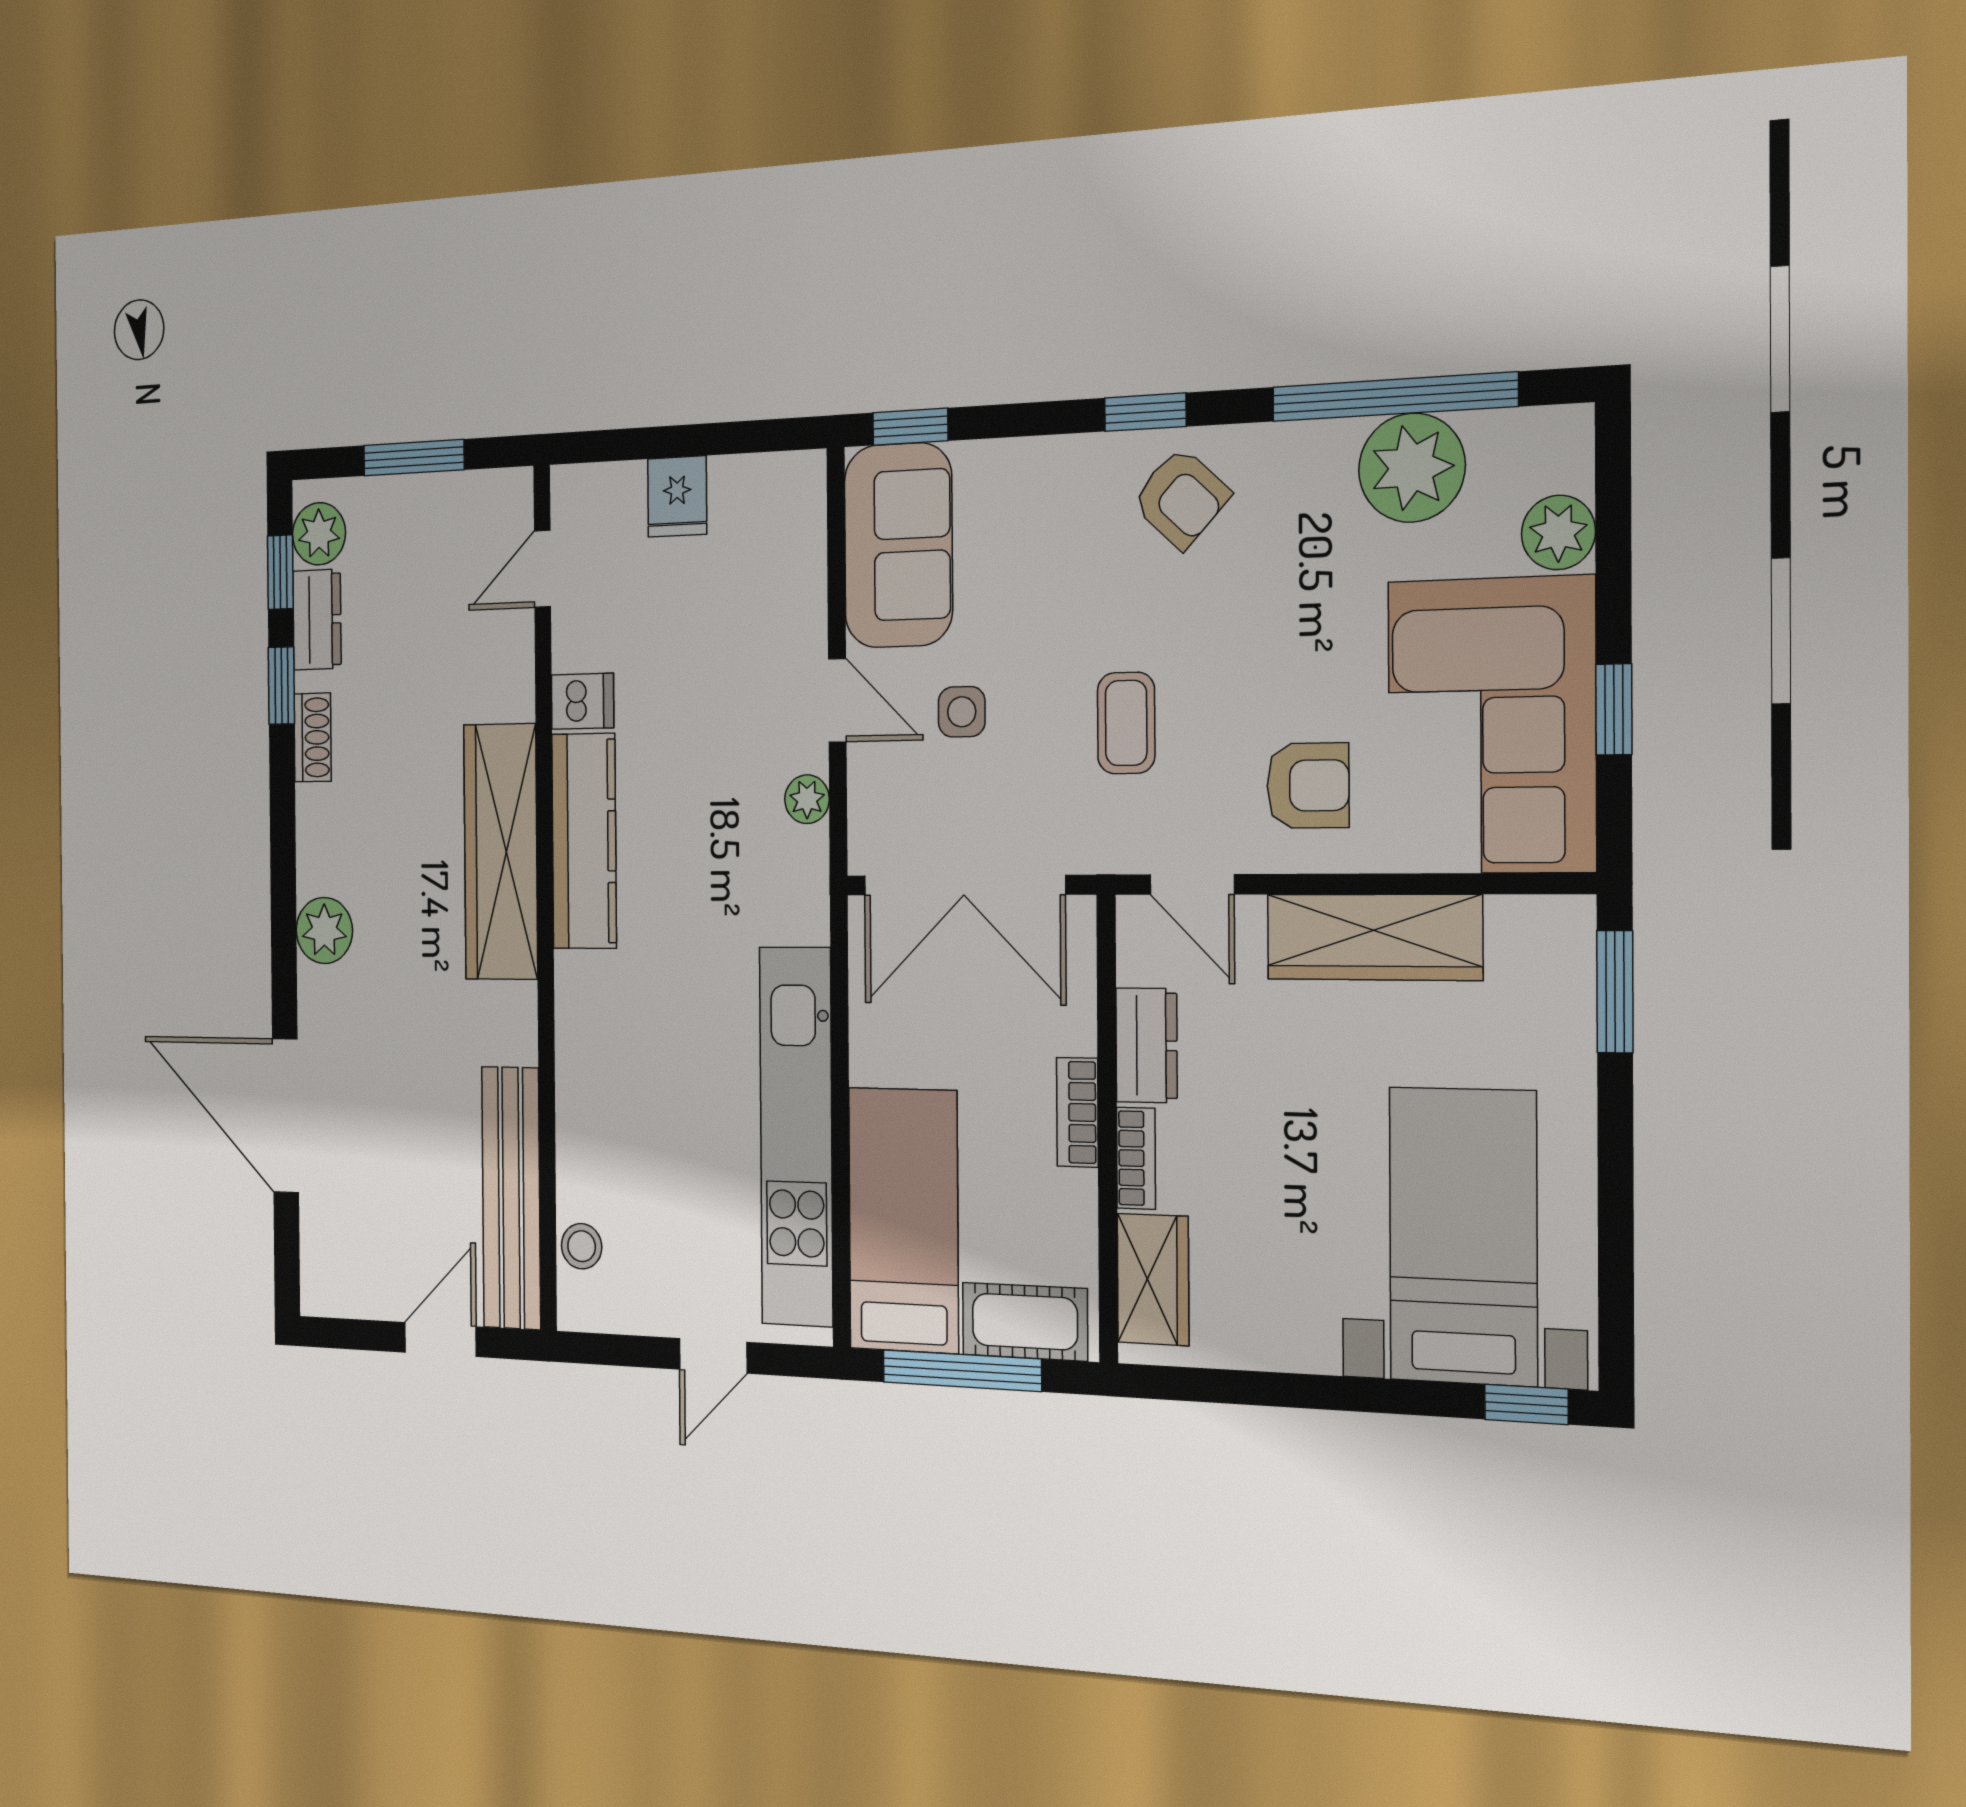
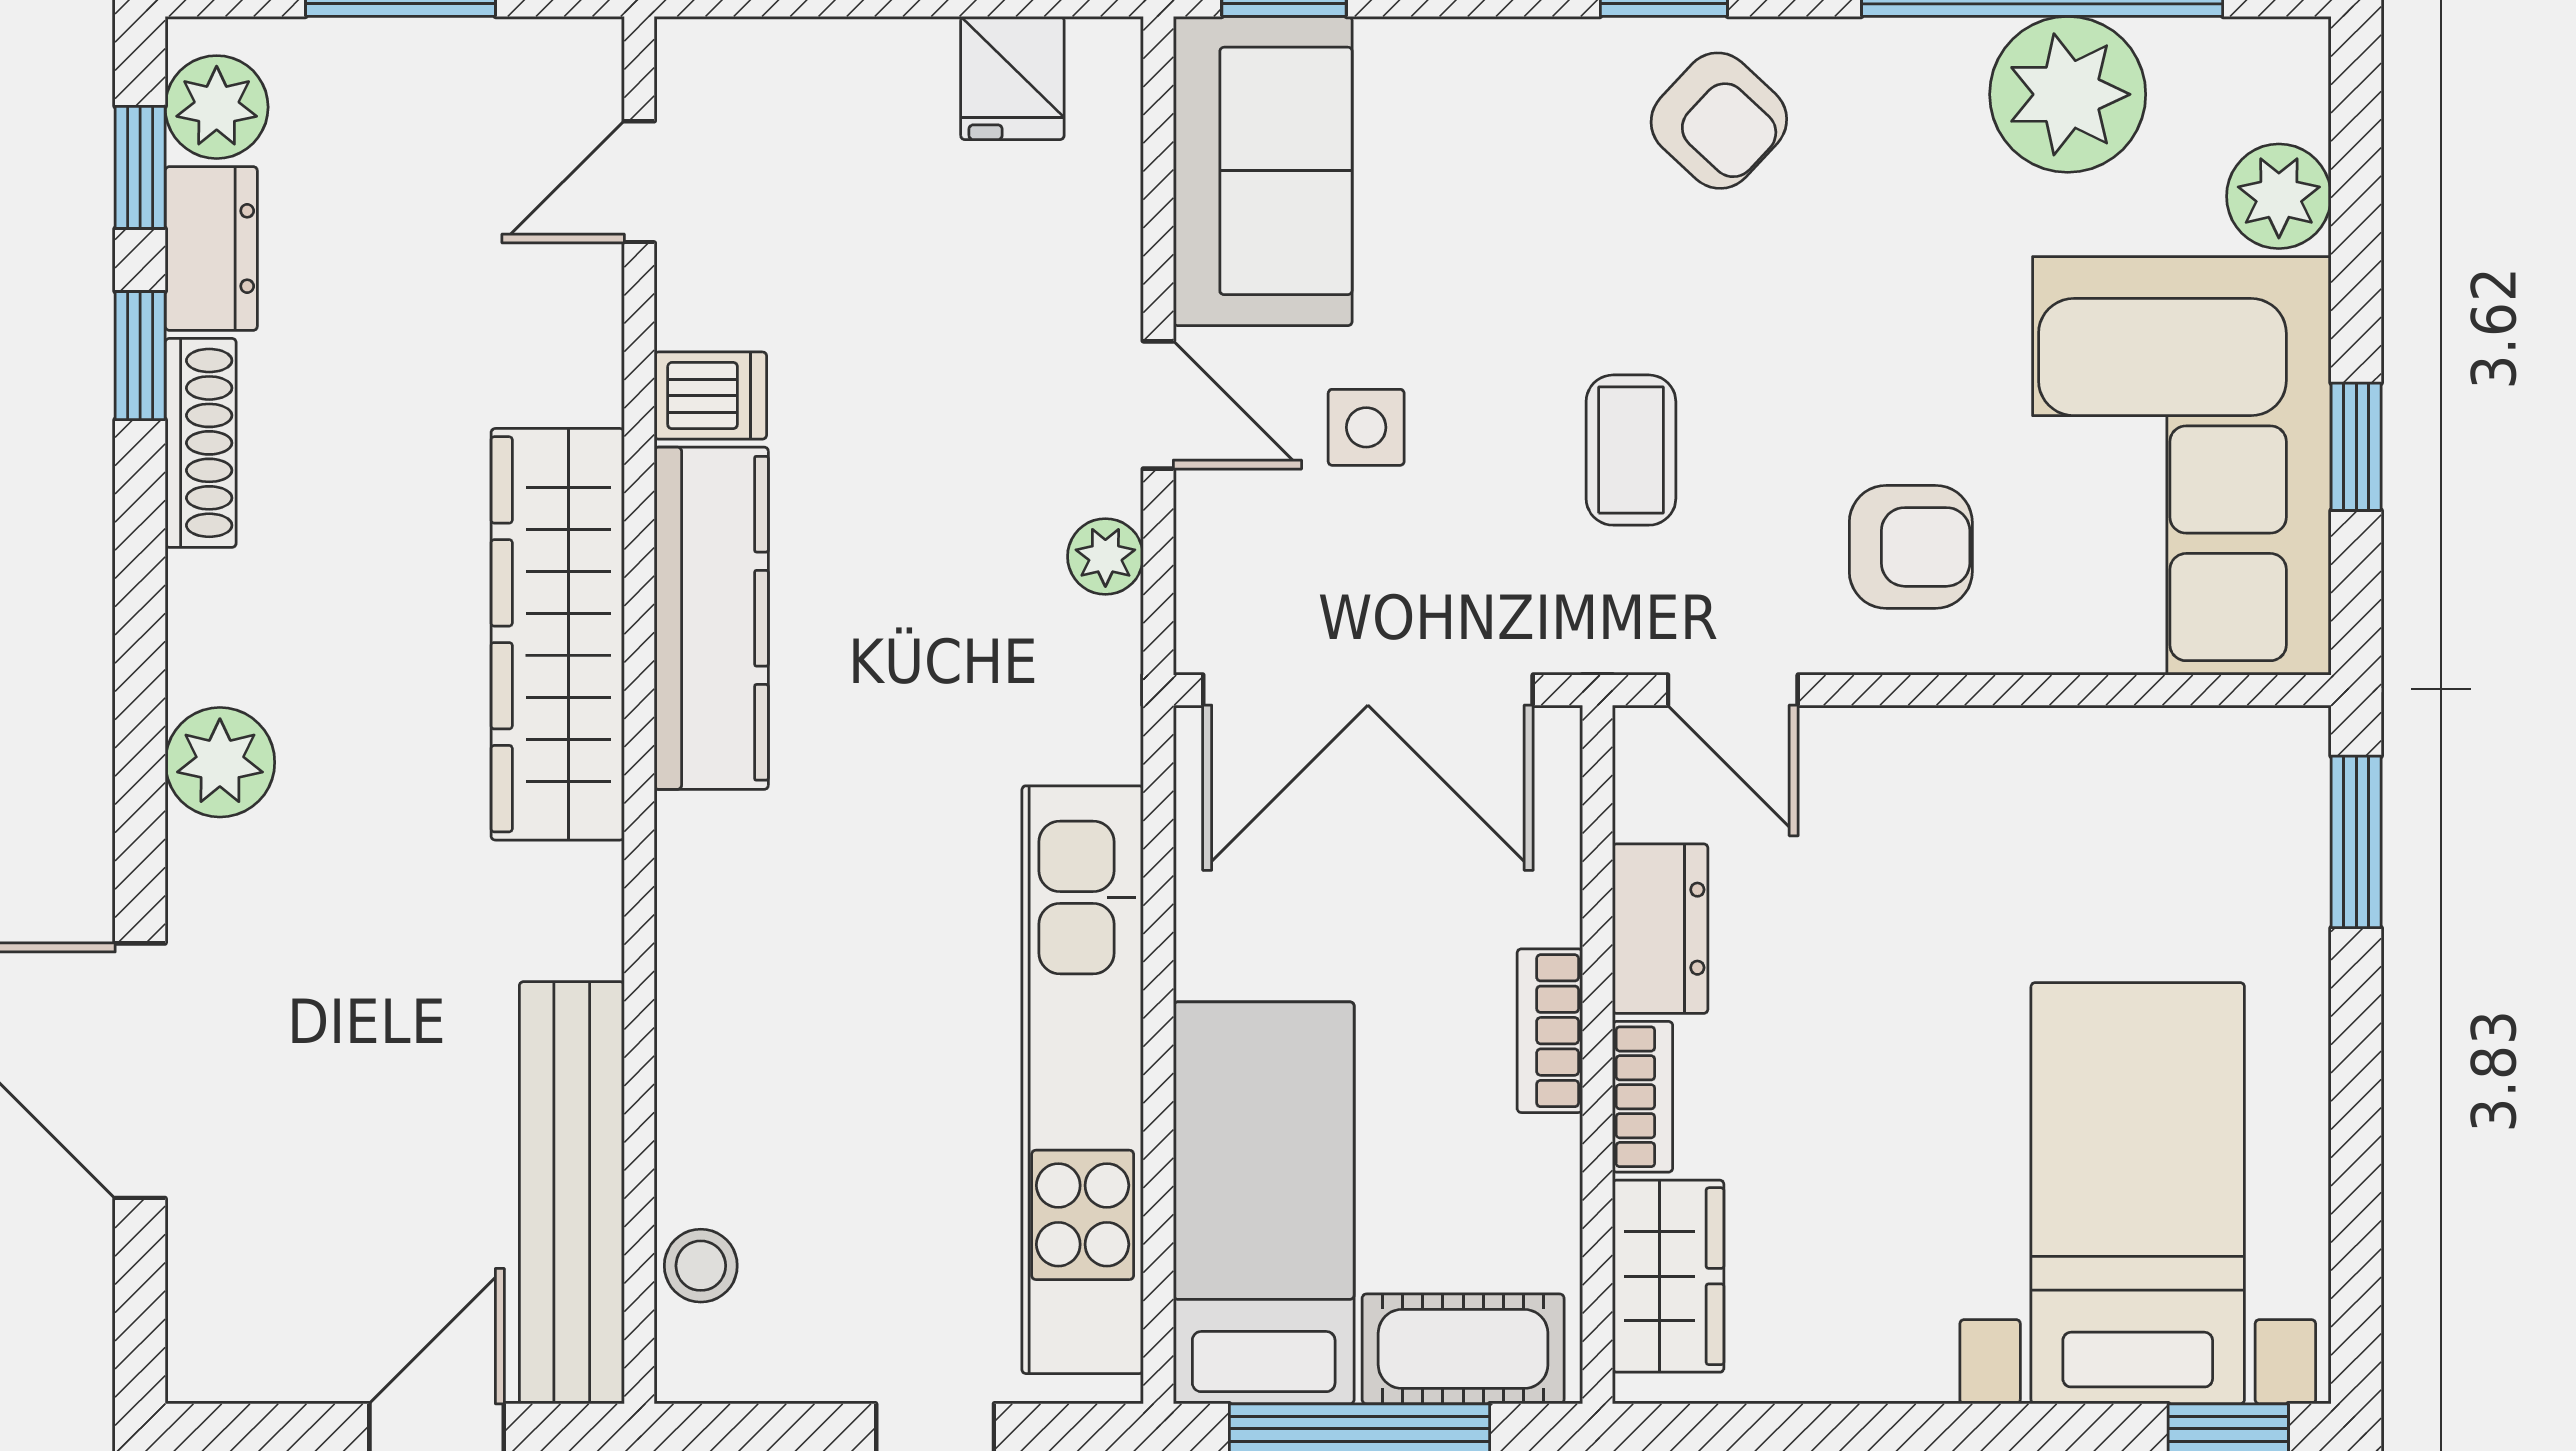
fridge: (677, 496) -> (1012, 78), moved
shoe rack: (313, 737) -> (201, 443), width x1.43
wardrobe: (1374, 937) -> (2009, 767), removed

